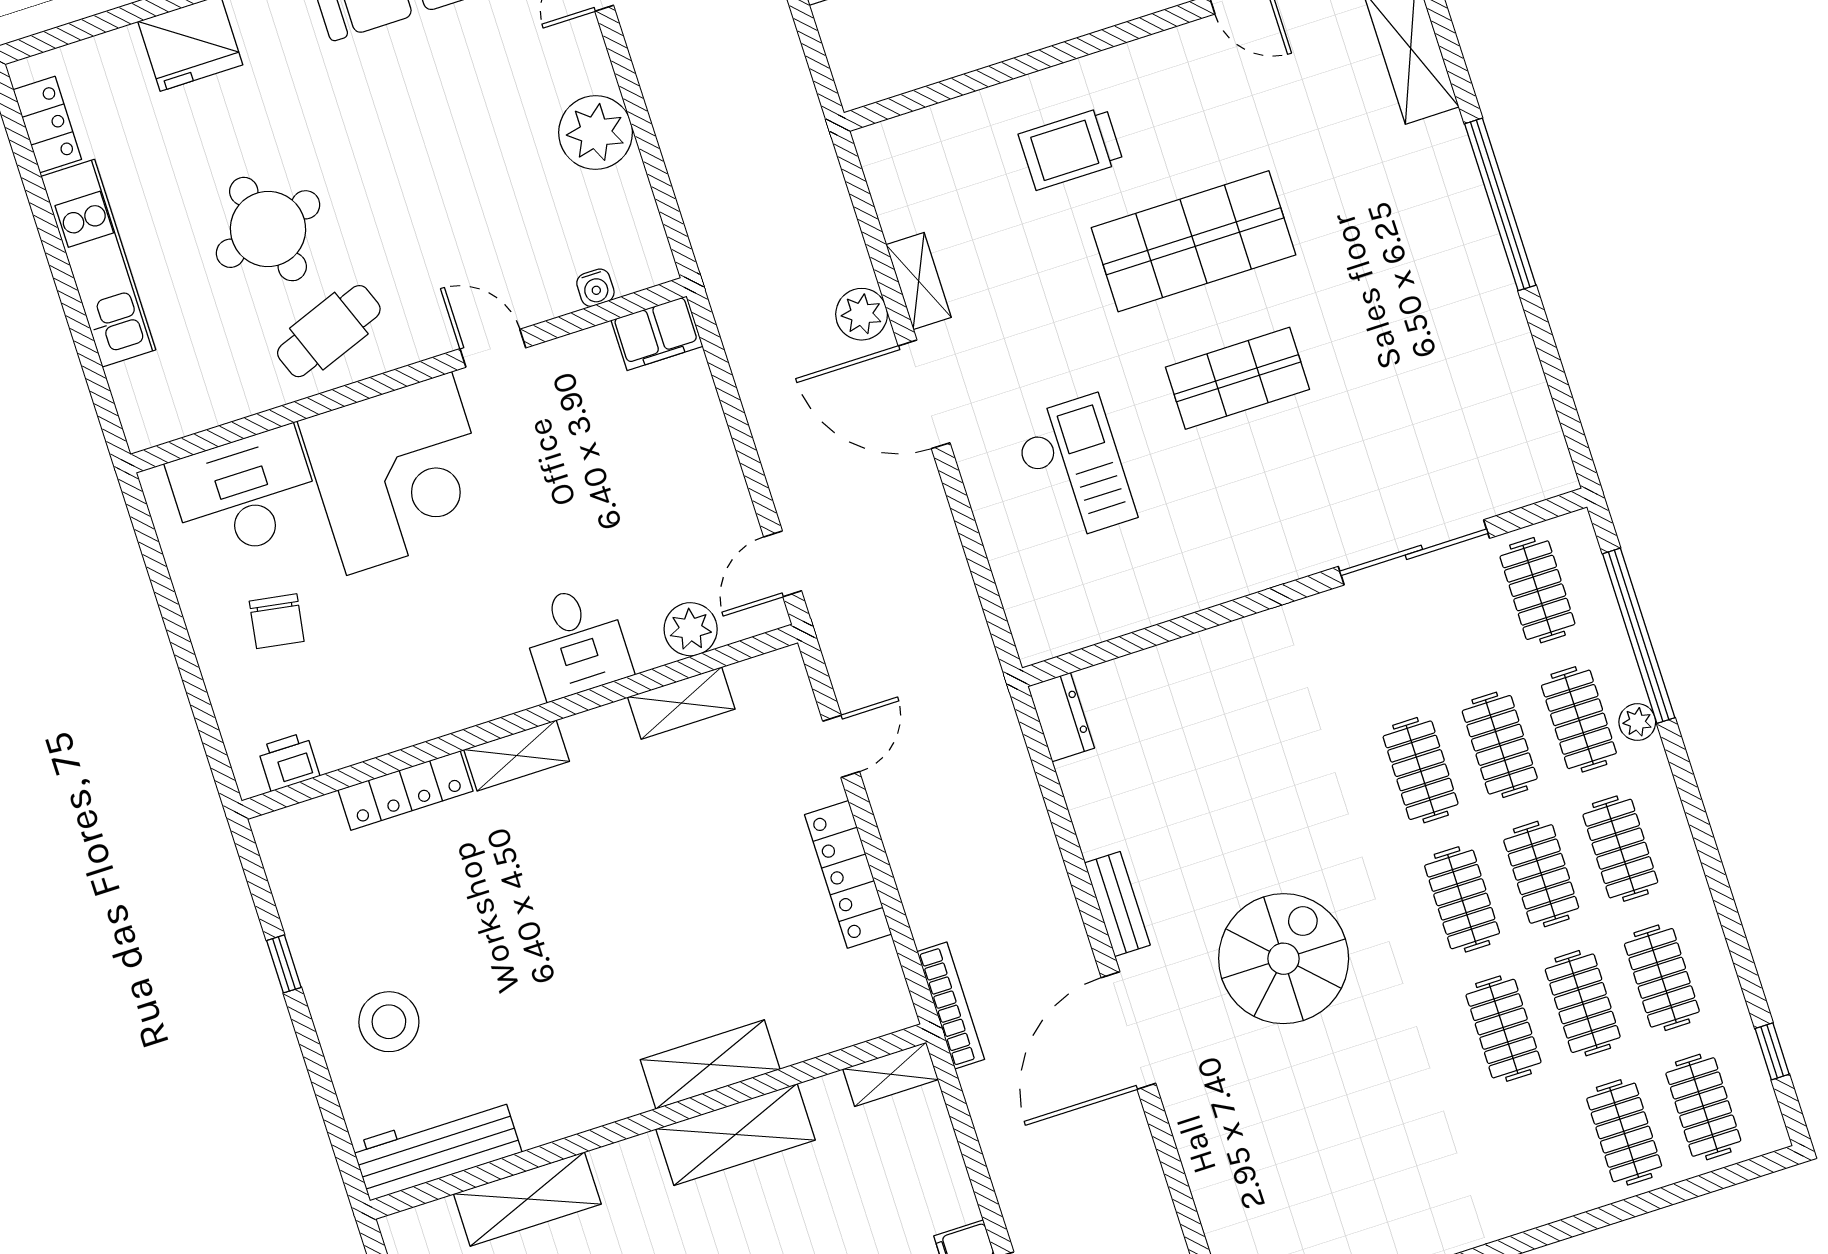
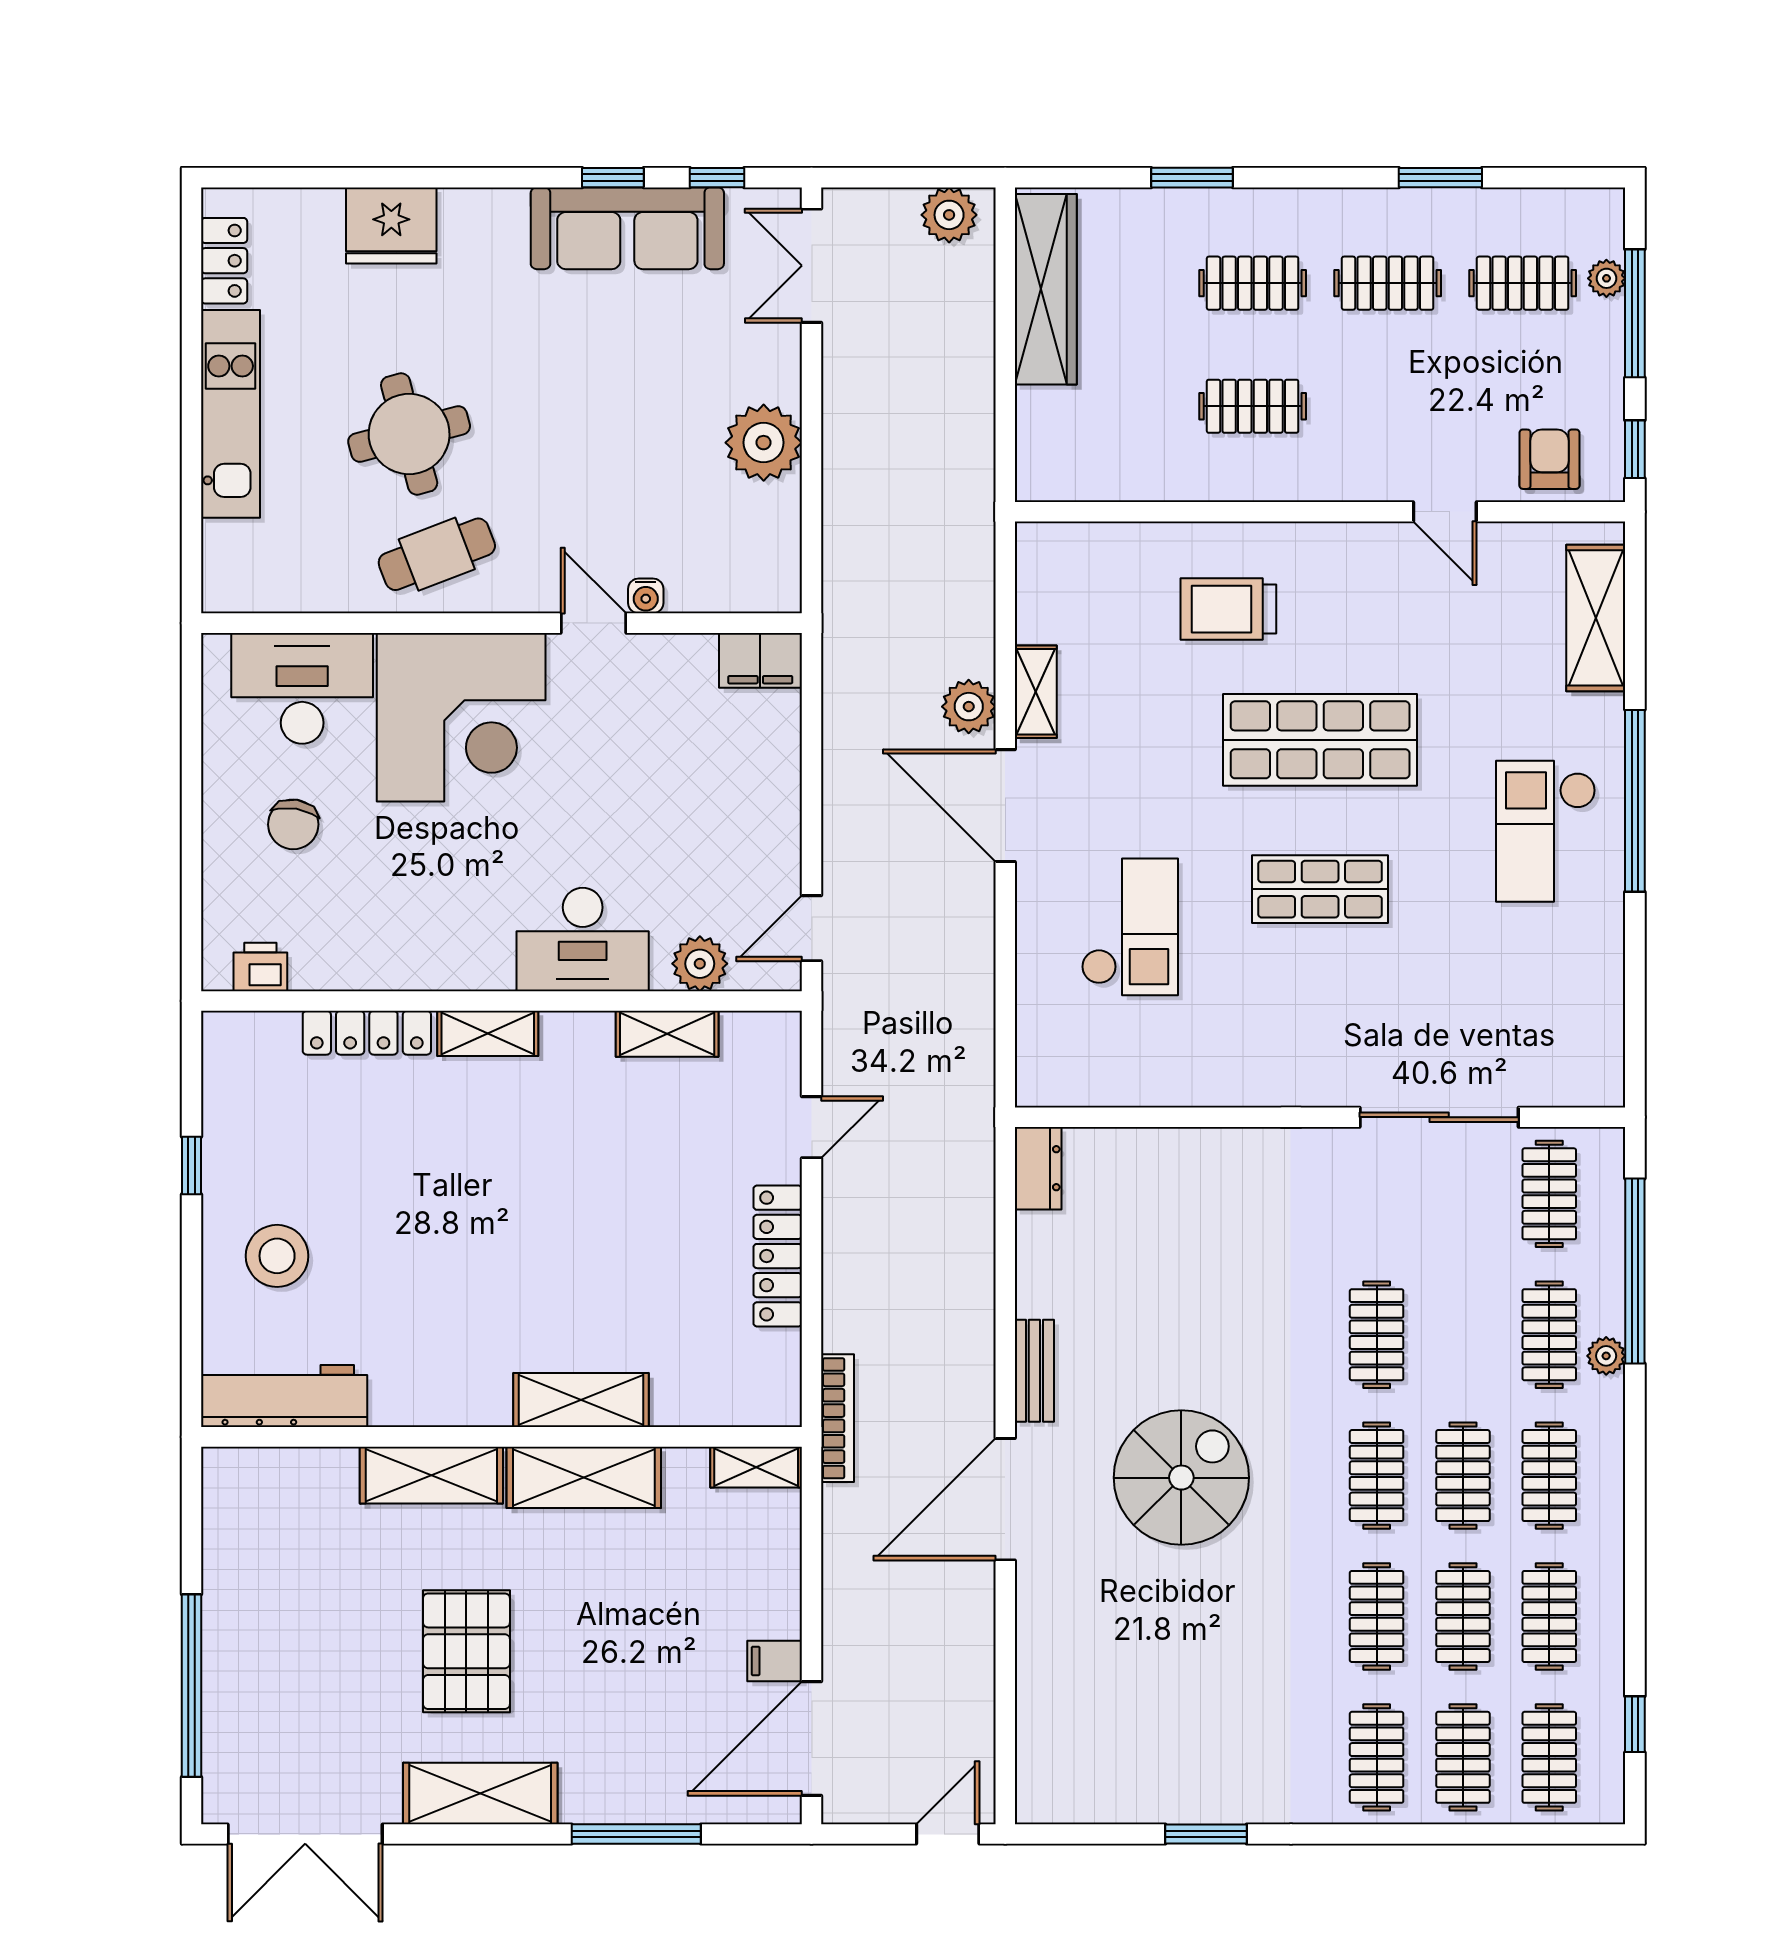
checkout: (1428, 259) -> (1546, 831), added
water cooler: (595, 288) -> (646, 596), moved
desk: (576, 641) -> (583, 939), width x1.37
clothes rail: (1500, 745) -> (1377, 1757), moved
shelving: (527, 1199) -> (431, 1475), moved

